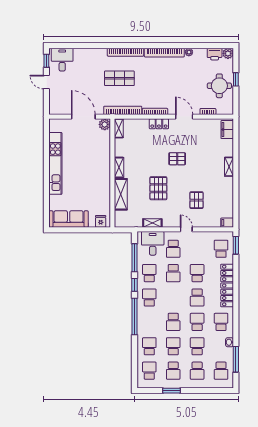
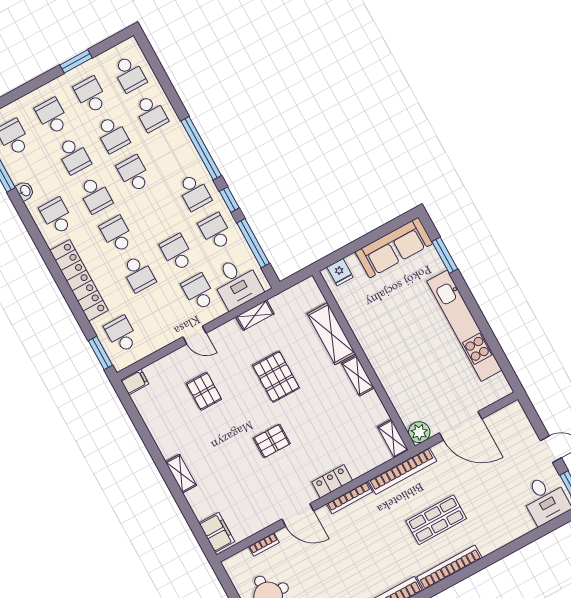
window: (46, 202) -> (445, 255), added
school desk: (221, 249) -> (121, 334), turned 180
school desk: (149, 273) -> (216, 231), turned 180
school desk: (221, 322) -> (57, 216), turned 180

